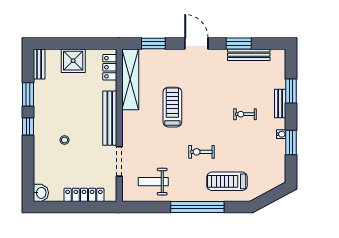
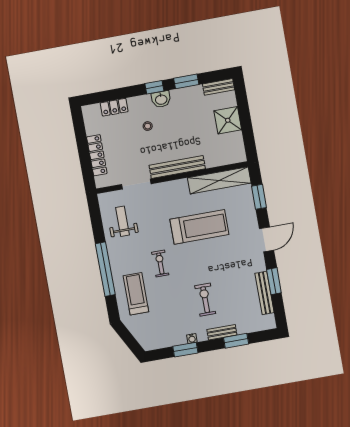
locker: (110, 67) -> (114, 107), moved, turned 180
treadmill: (172, 107) -> (199, 227), width x1.37, depth x1.38
exercise bike: (245, 114) -> (205, 300), width x1.38, depth x1.39
washbasin: (41, 193) -> (161, 99), moved

